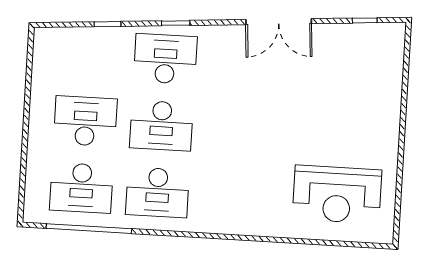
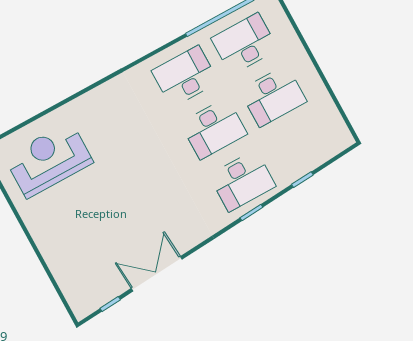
double door: (279, 22) -> (157, 274), moved
desk: (161, 126) -> (214, 129), turned 180

